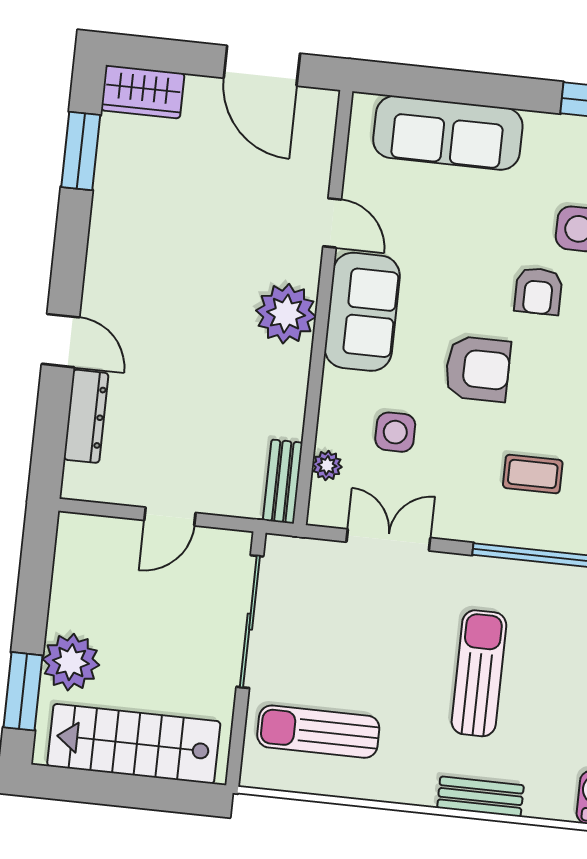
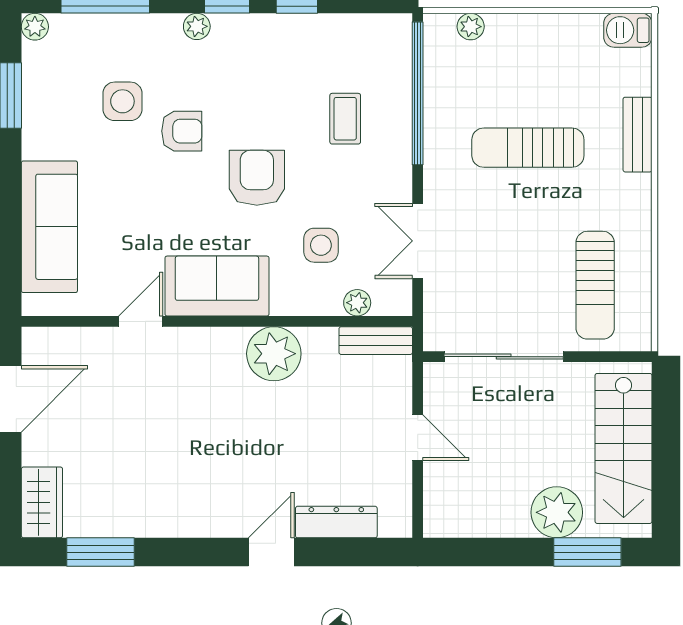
plant: (286, 314) -> (274, 354), moved

